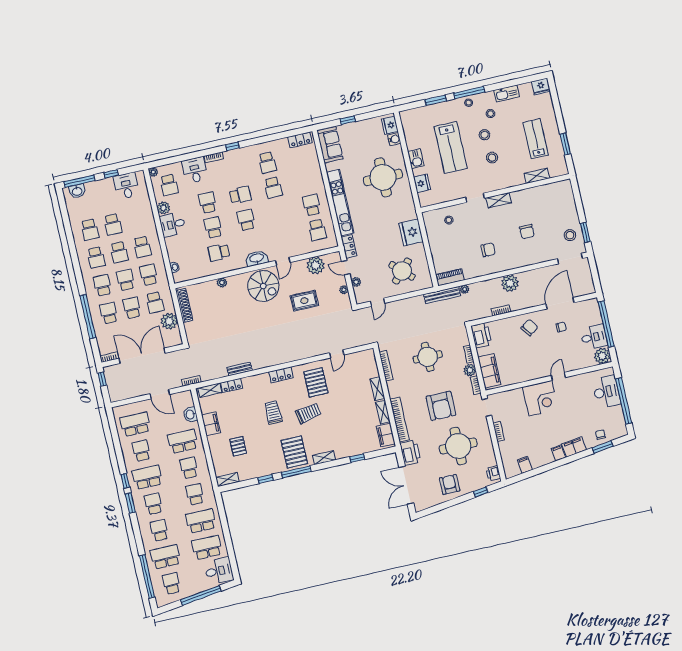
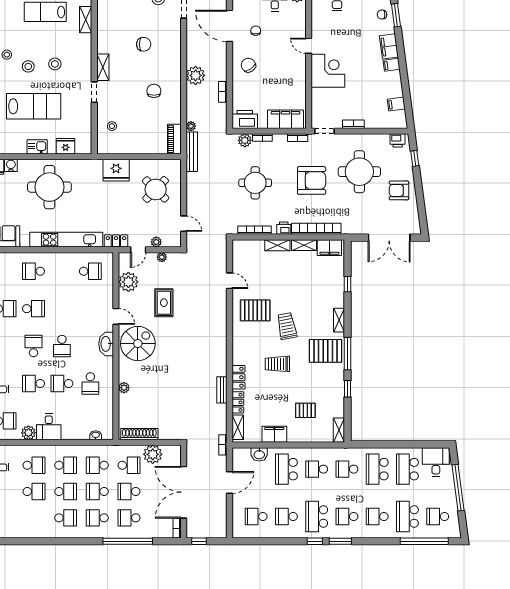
school desk: (312, 205) -> (33, 271), moved
school desk: (246, 220) -> (62, 346), turned -90
school desk: (90, 230) -> (34, 465), moved
plant: (470, 370) -> (245, 140), moved
locker: (281, 375) -> (238, 377), moved
school desk: (135, 424) -> (256, 516), width x0.54
printer: (410, 453) -> (284, 228), moved, width x0.53, depth x0.68

